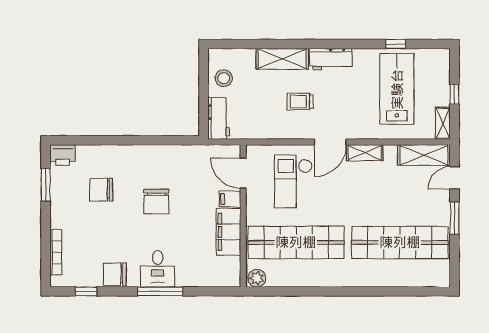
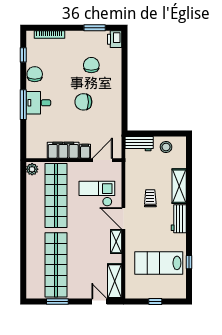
lab bench: (397, 89) -> (159, 263), turned 180
shelving: (443, 123) -> (136, 294), removed
window: (454, 218) -> (57, 302), moved

